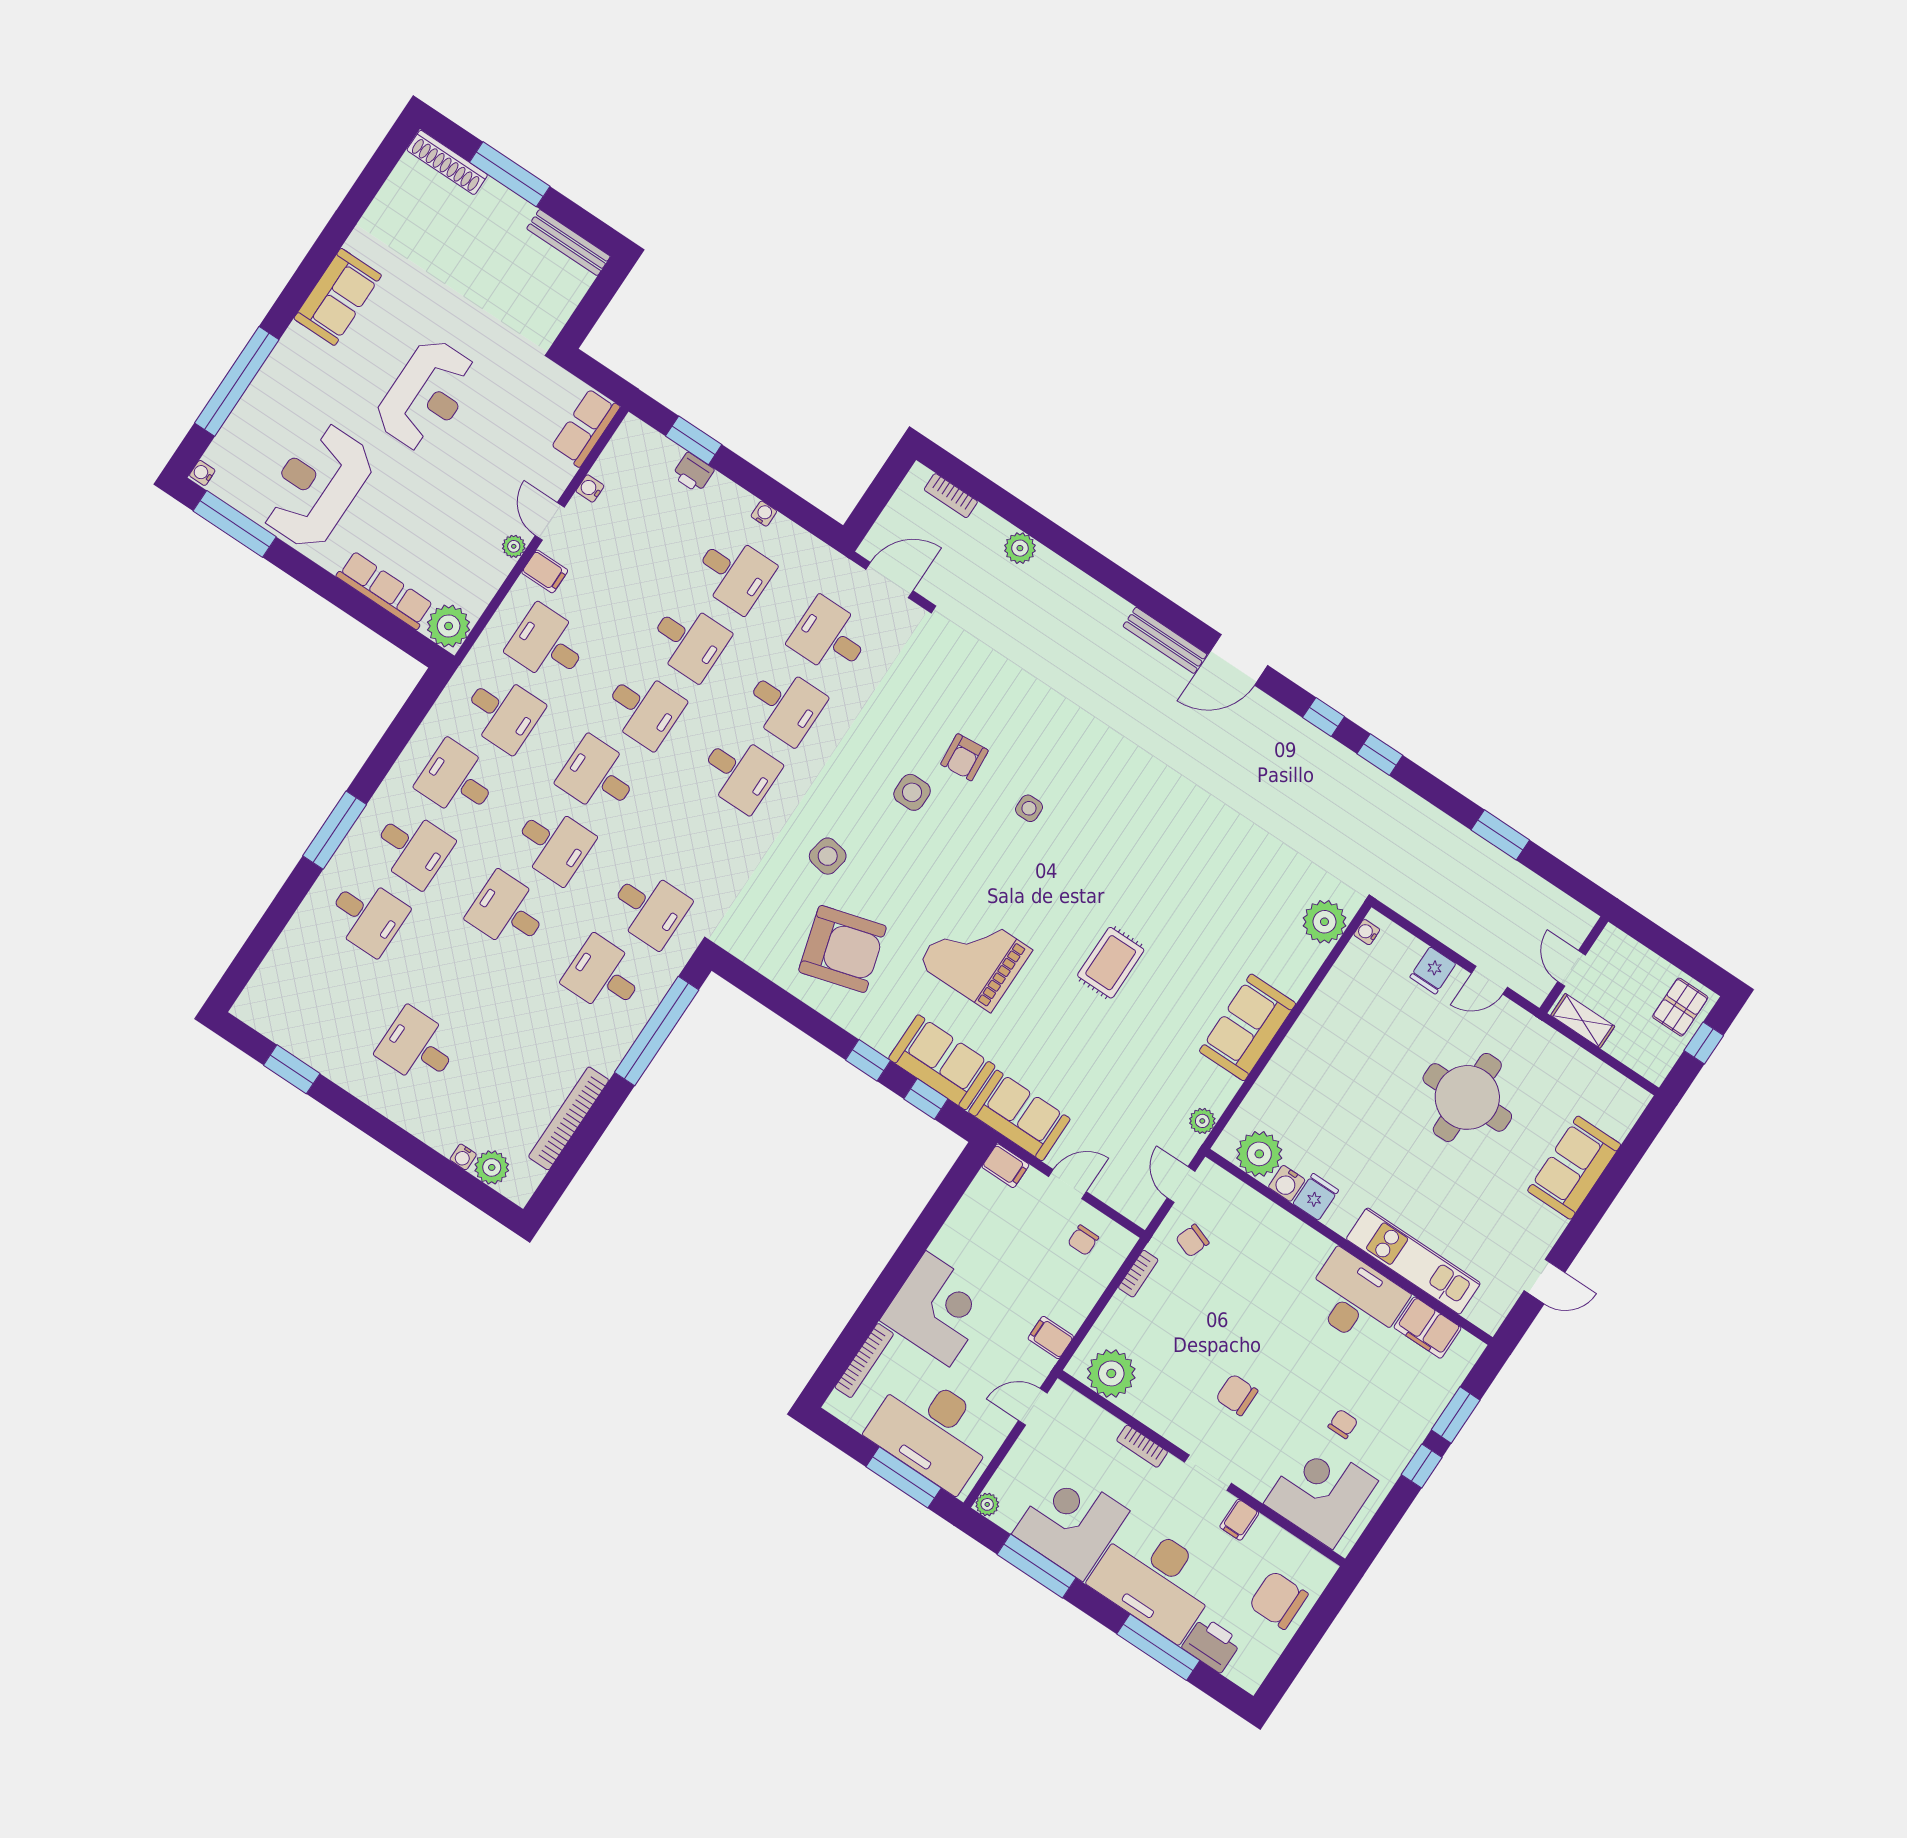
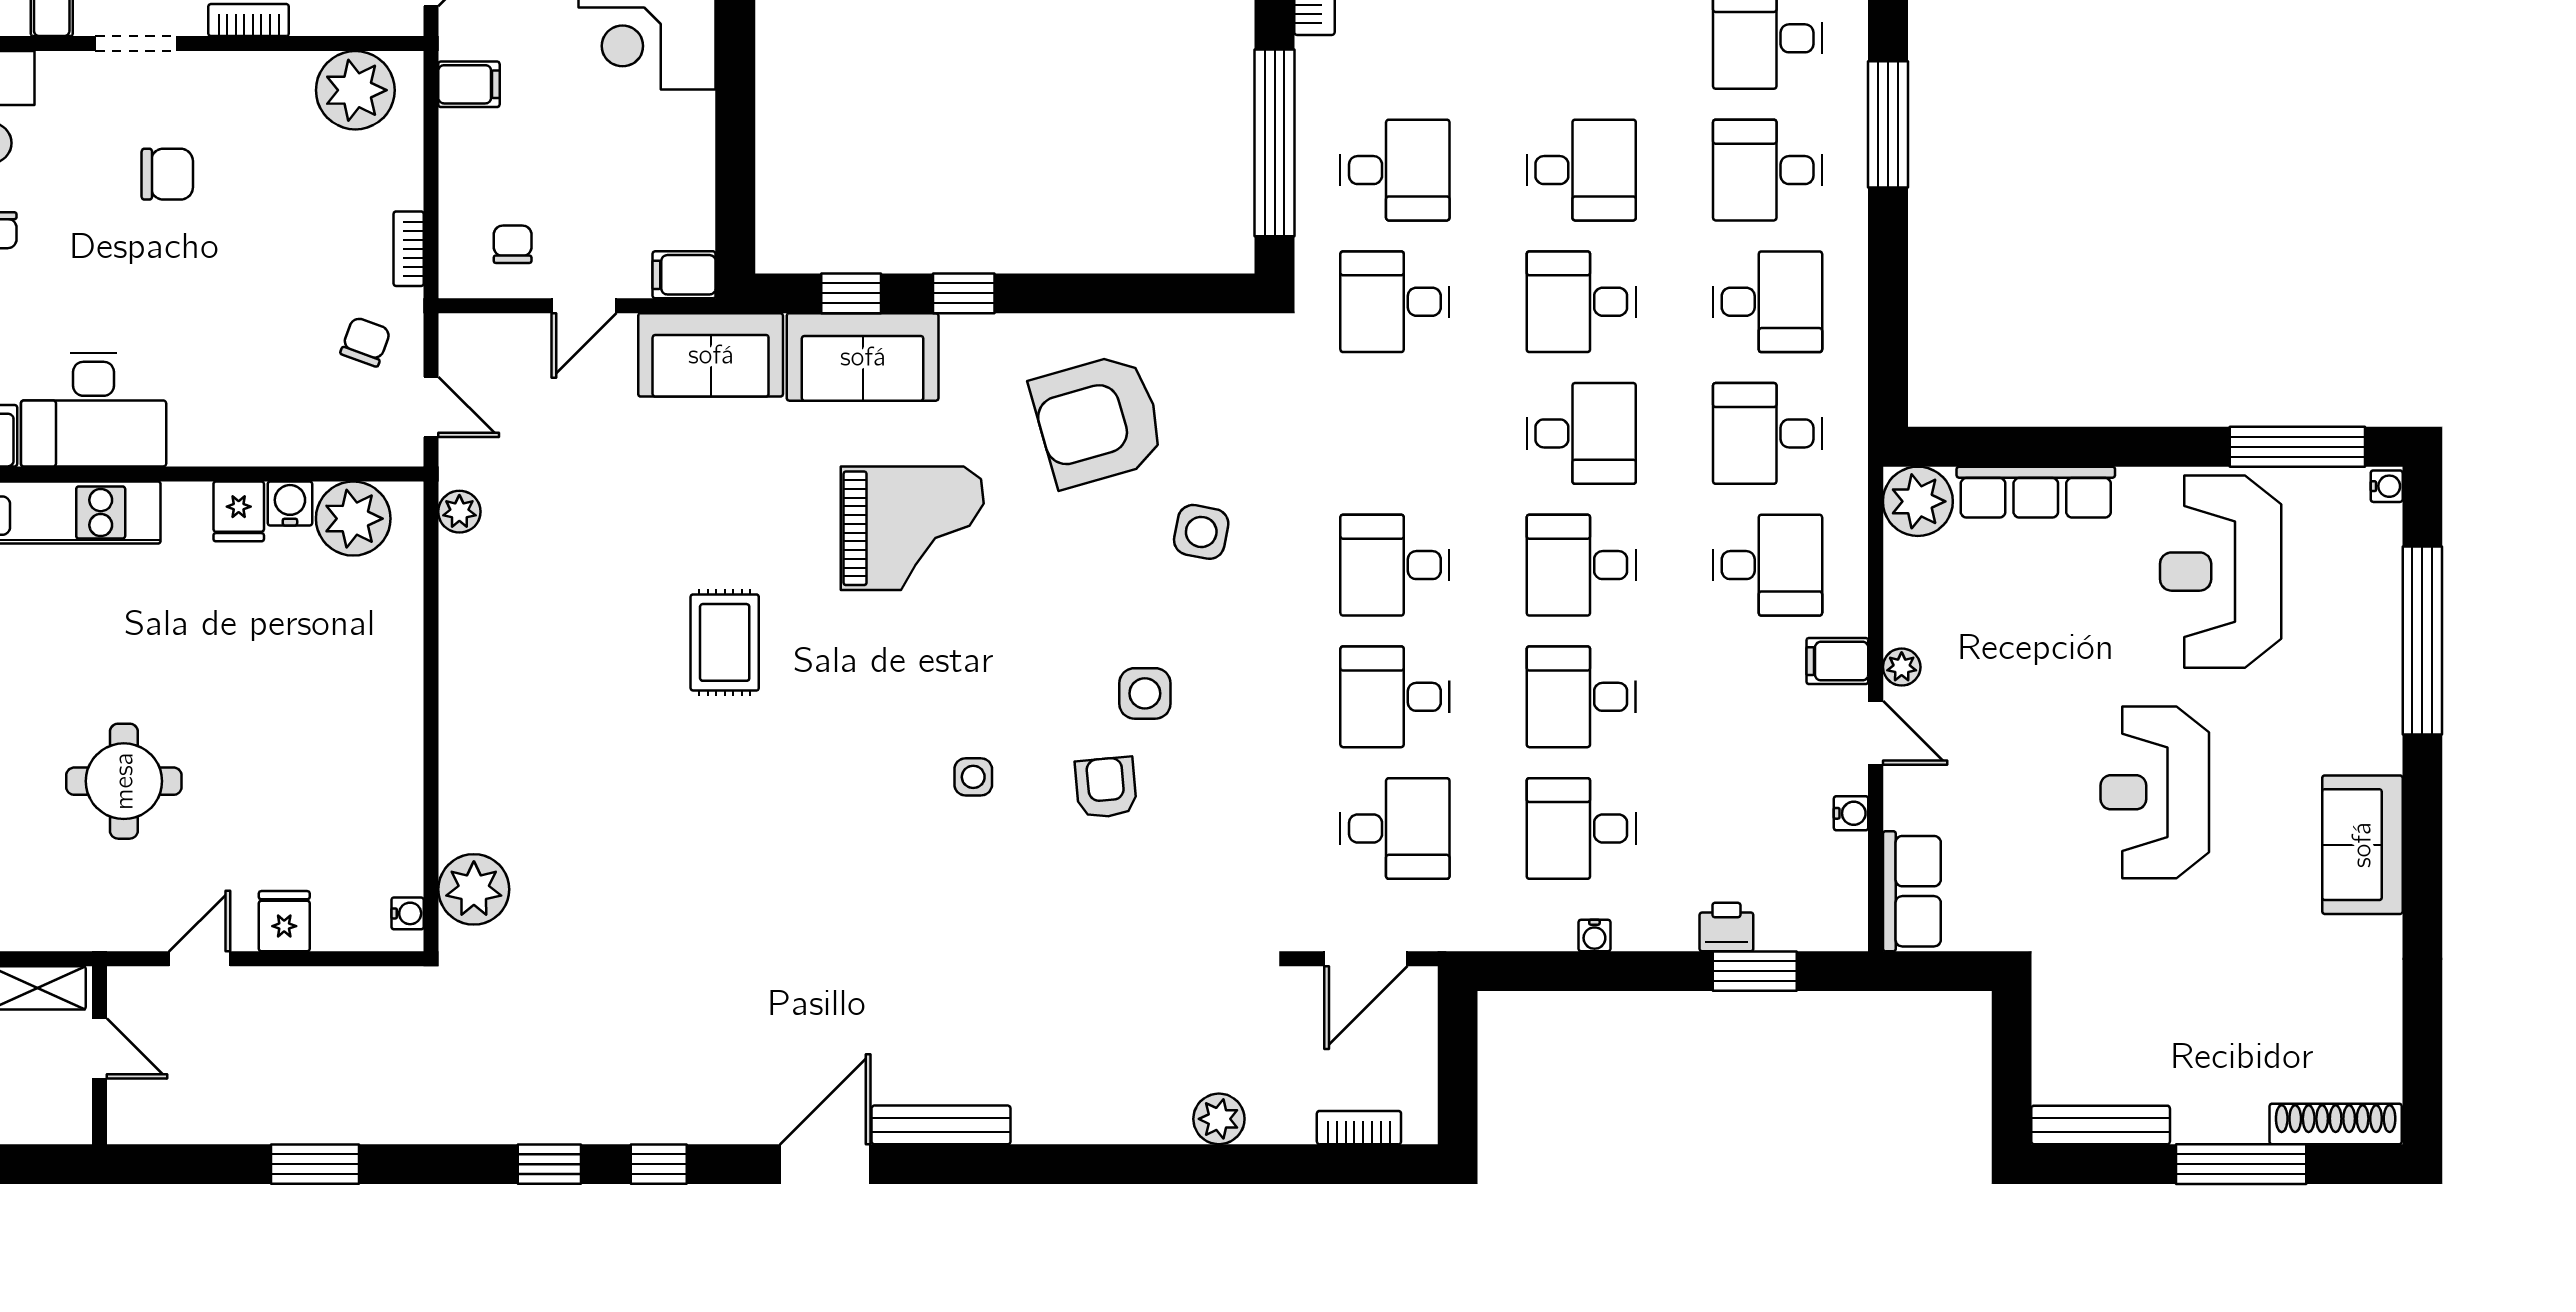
reception desk: (317, 486) -> (2221, 572), turned 180
sofa: (1248, 1027) -> (483, 678), removed
round table: (1467, 1097) -> (124, 781), width x0.73, depth x0.73

